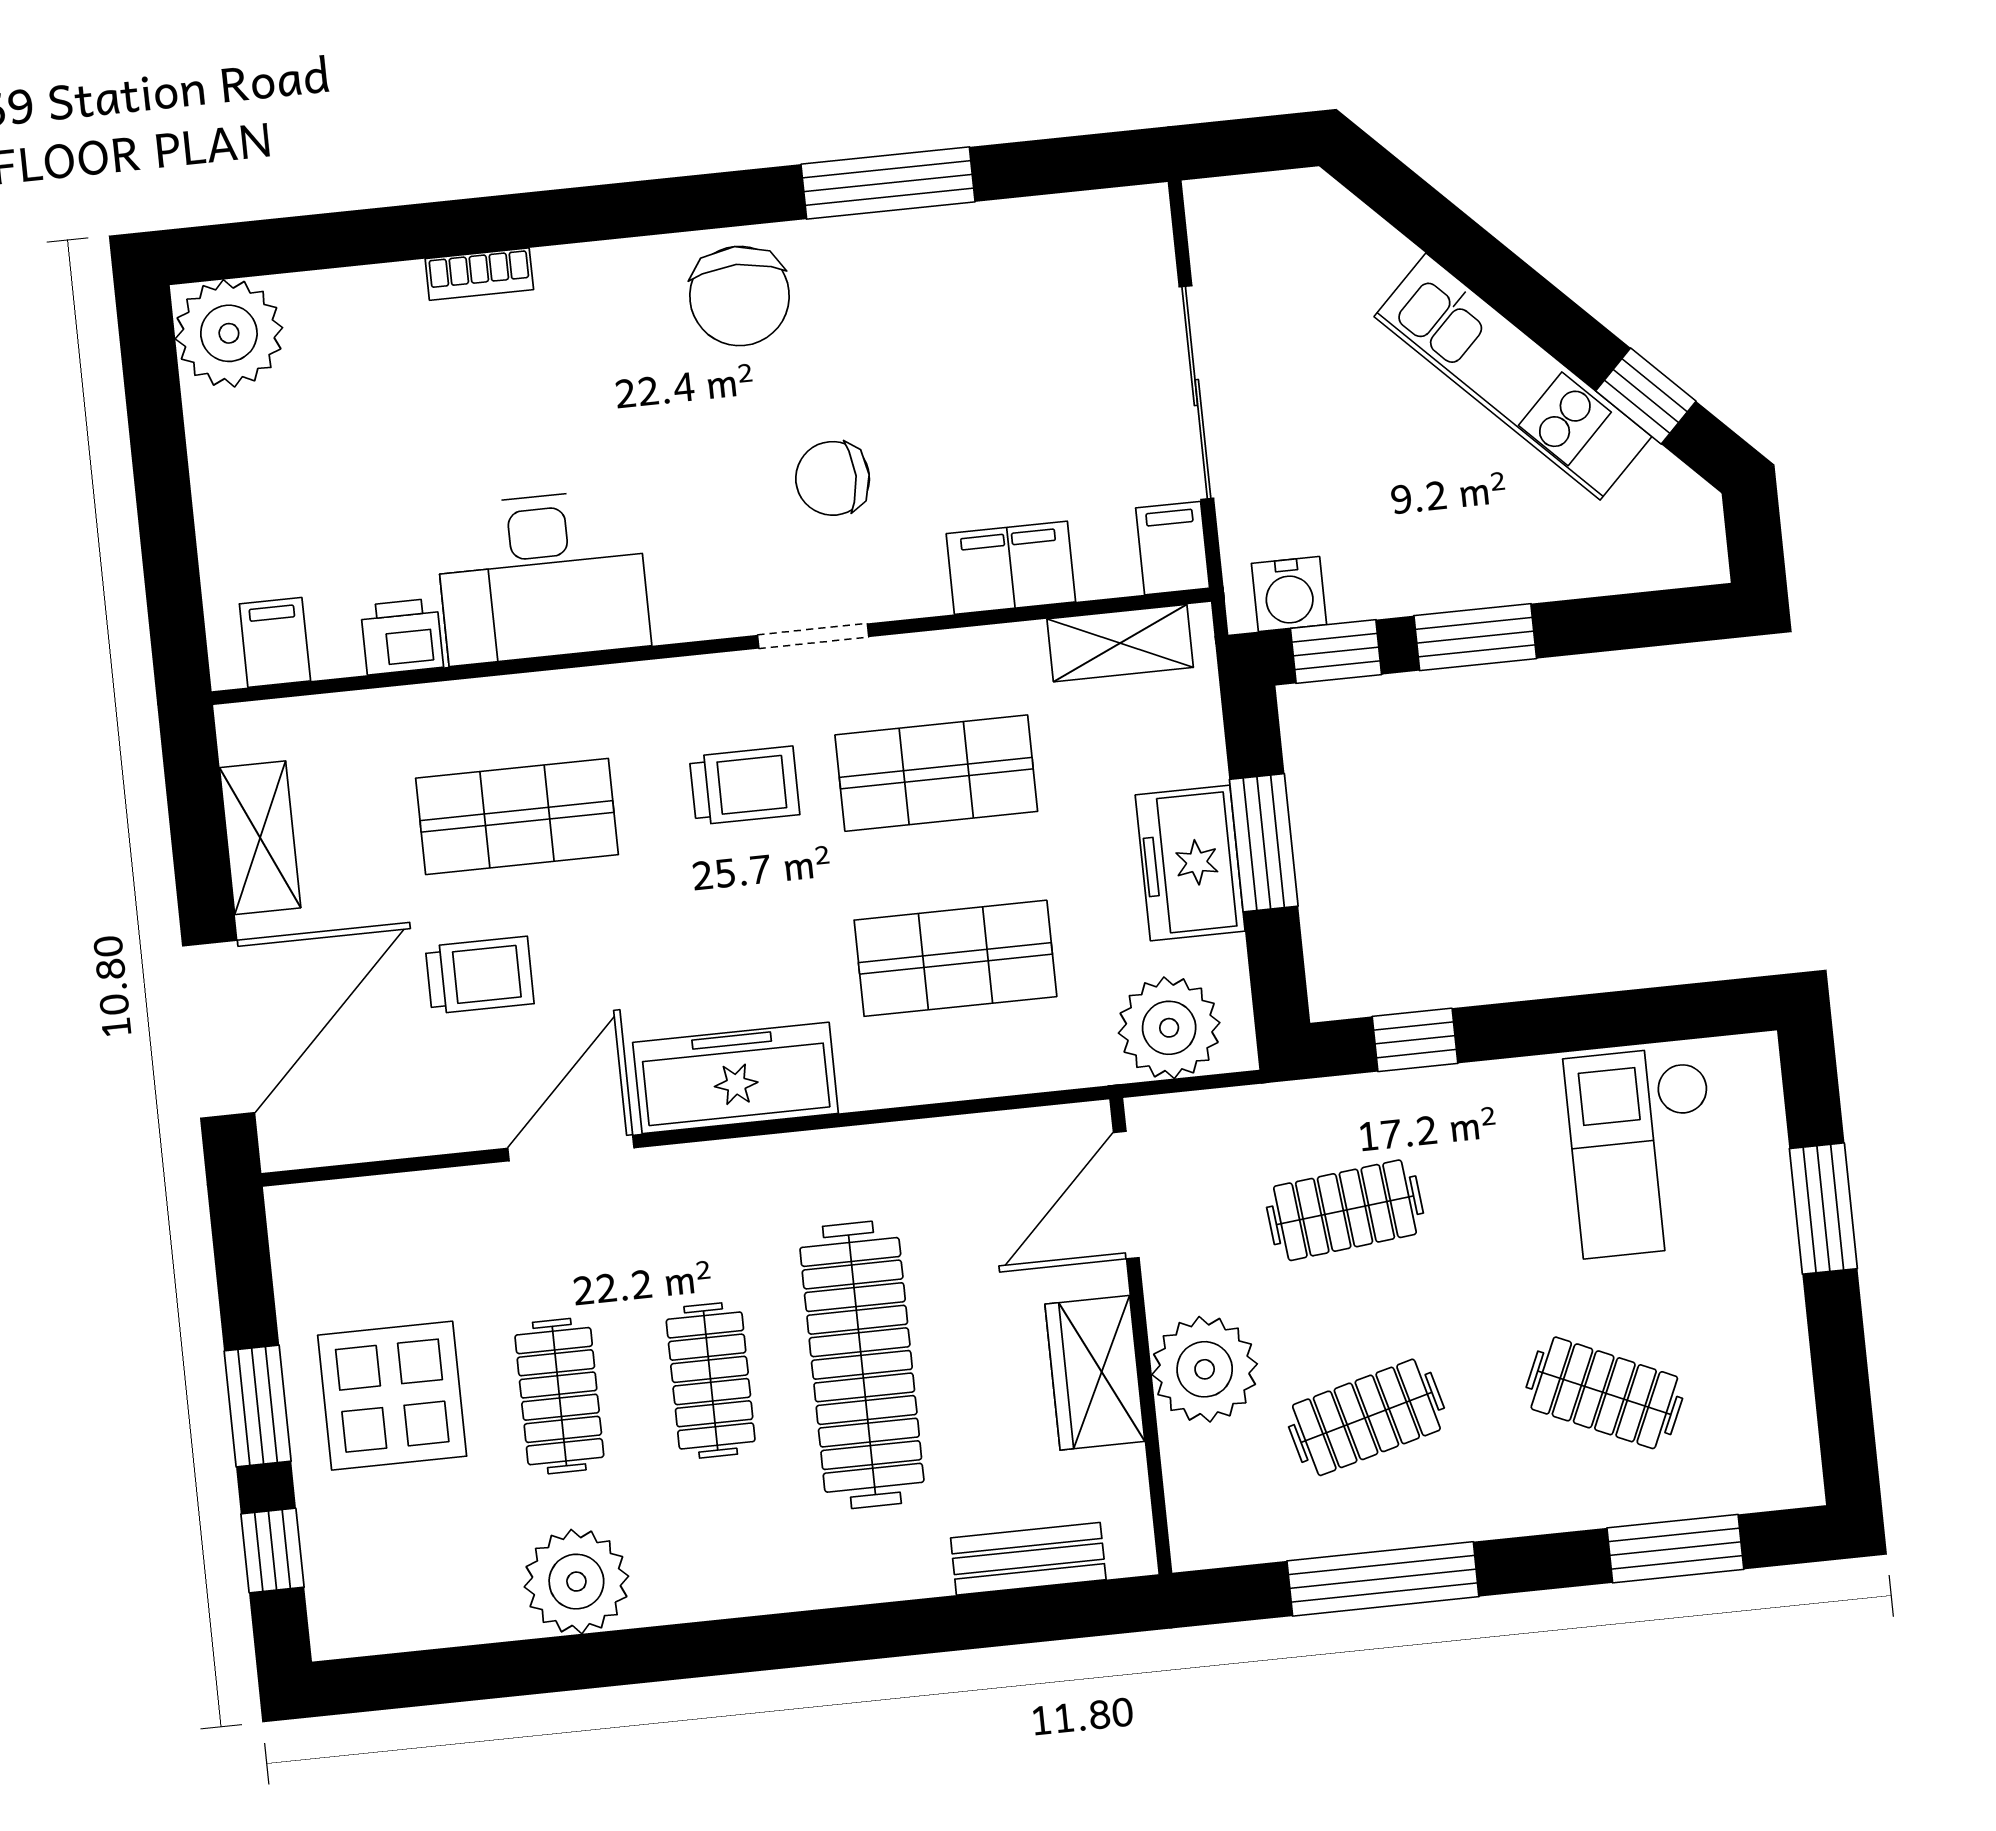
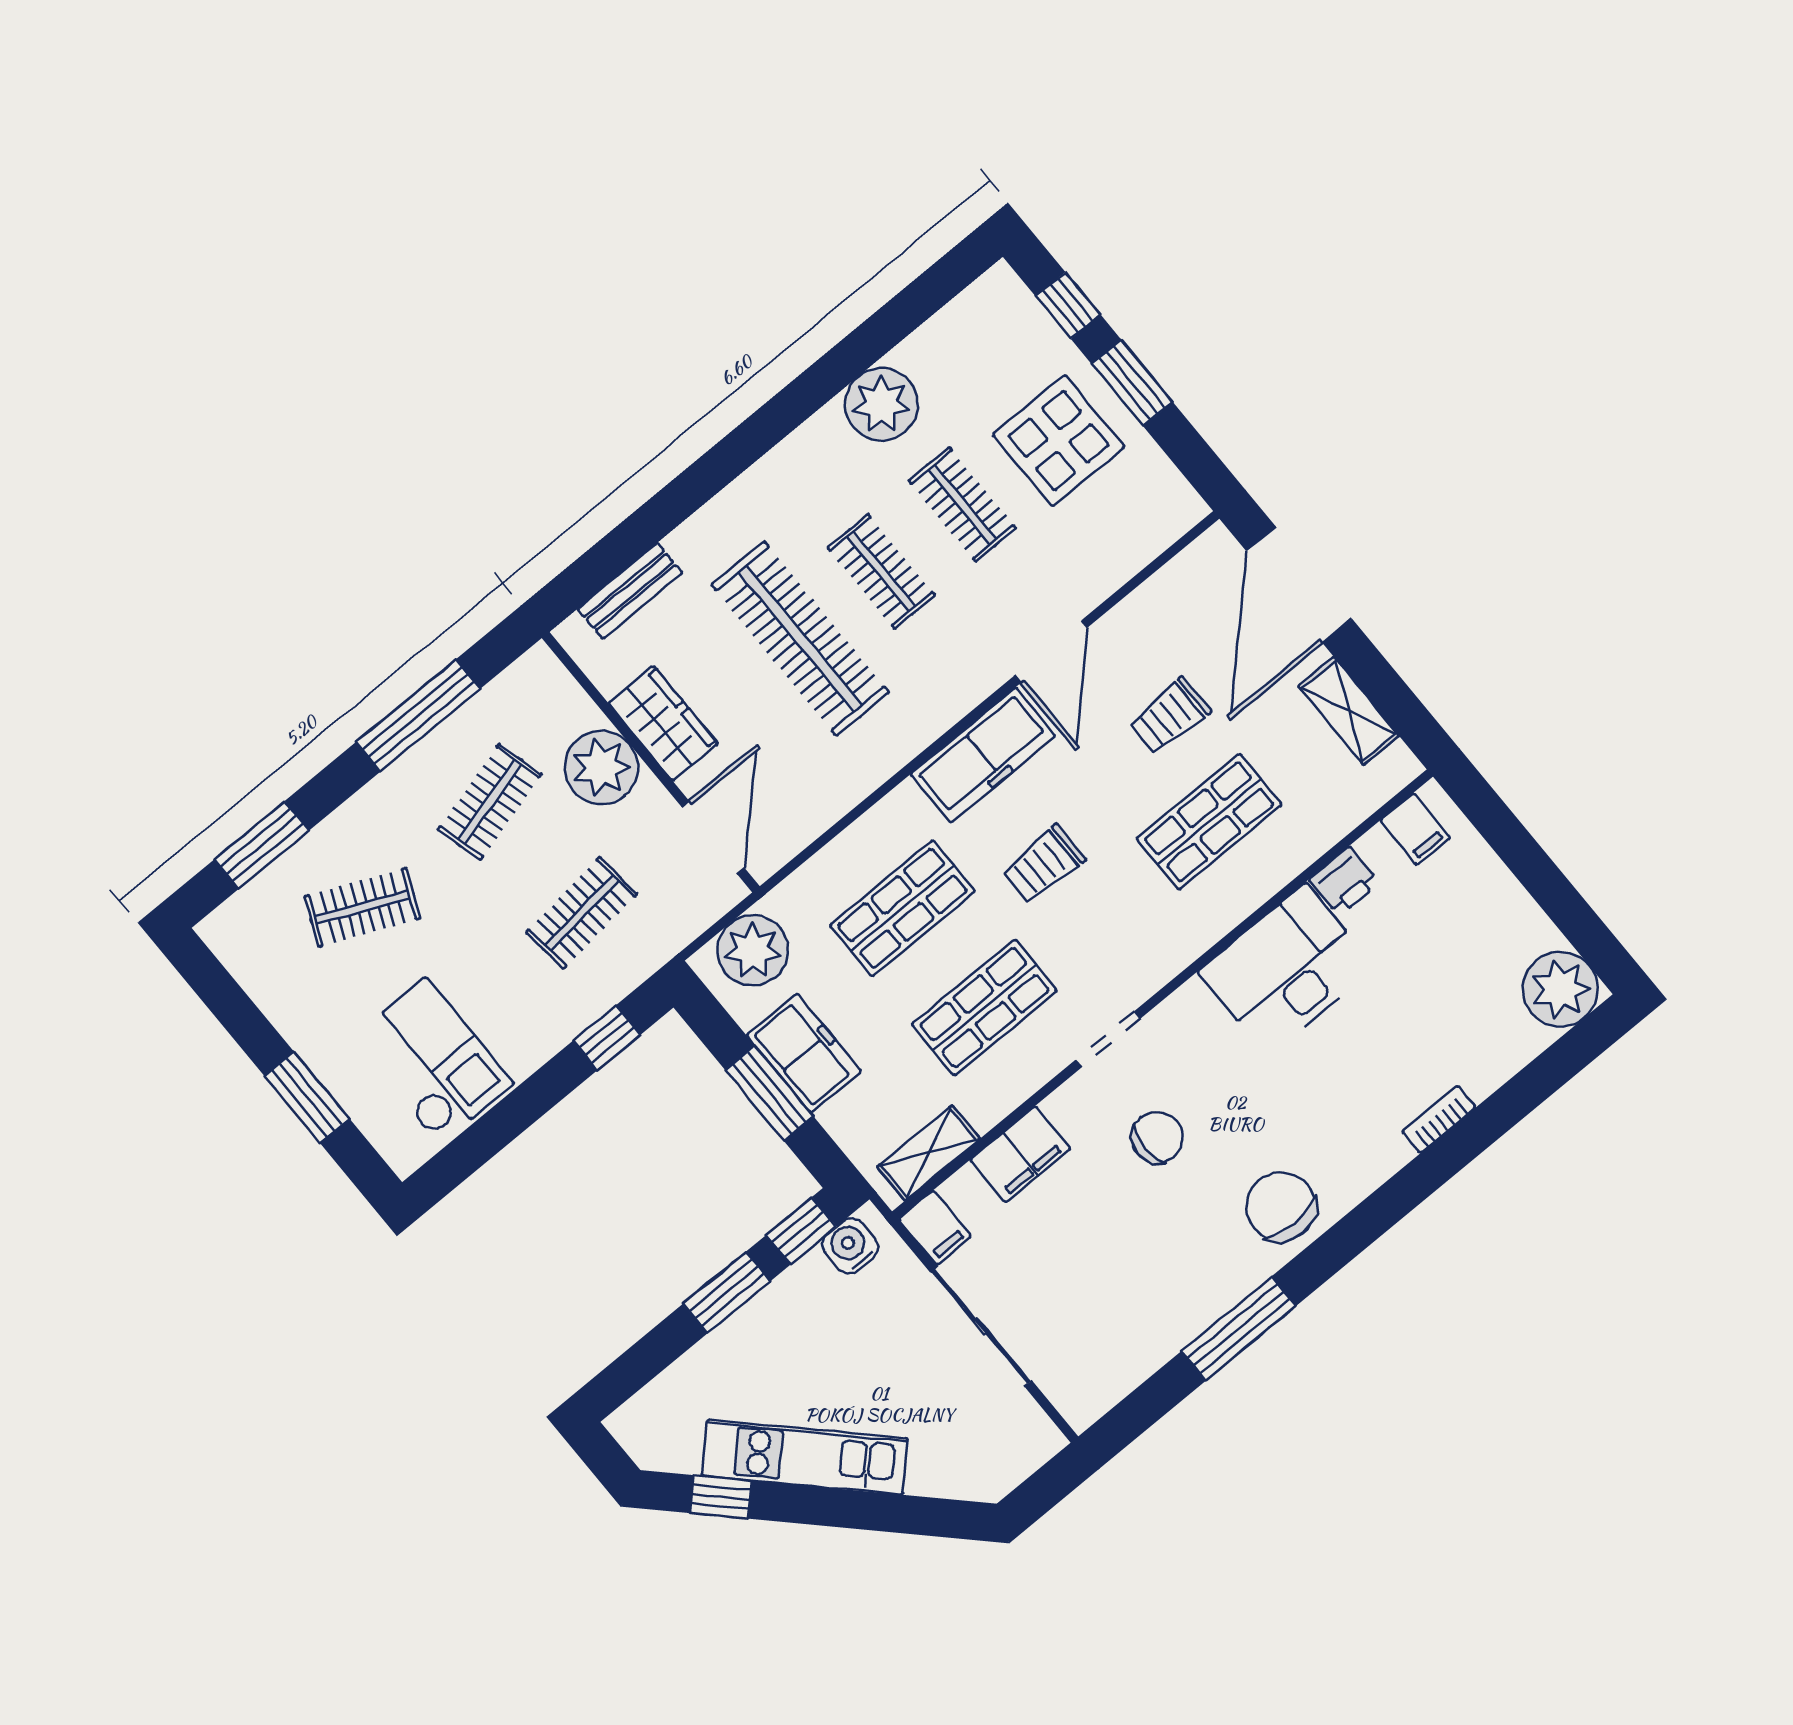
trolley: (745, 786) -> (1044, 864), moved

